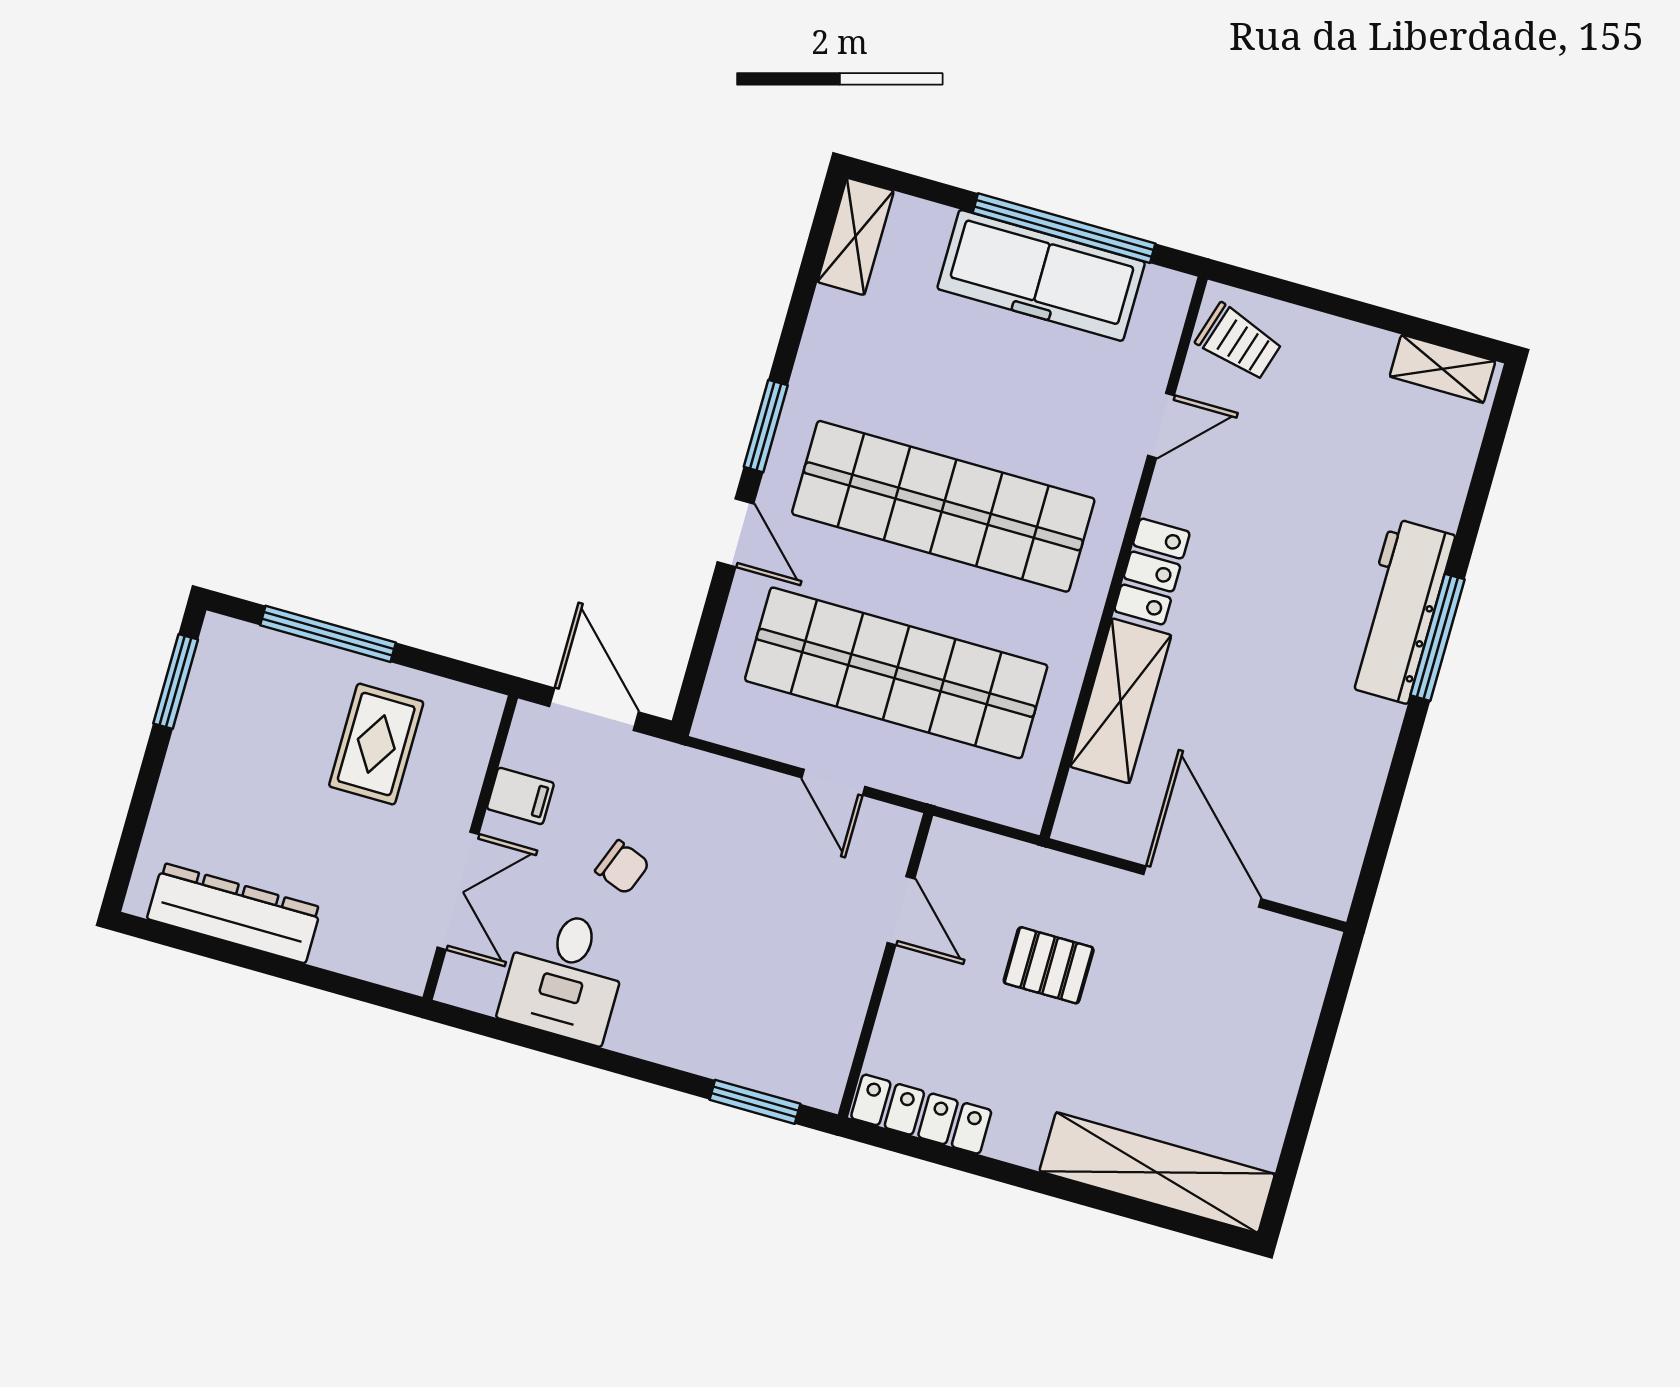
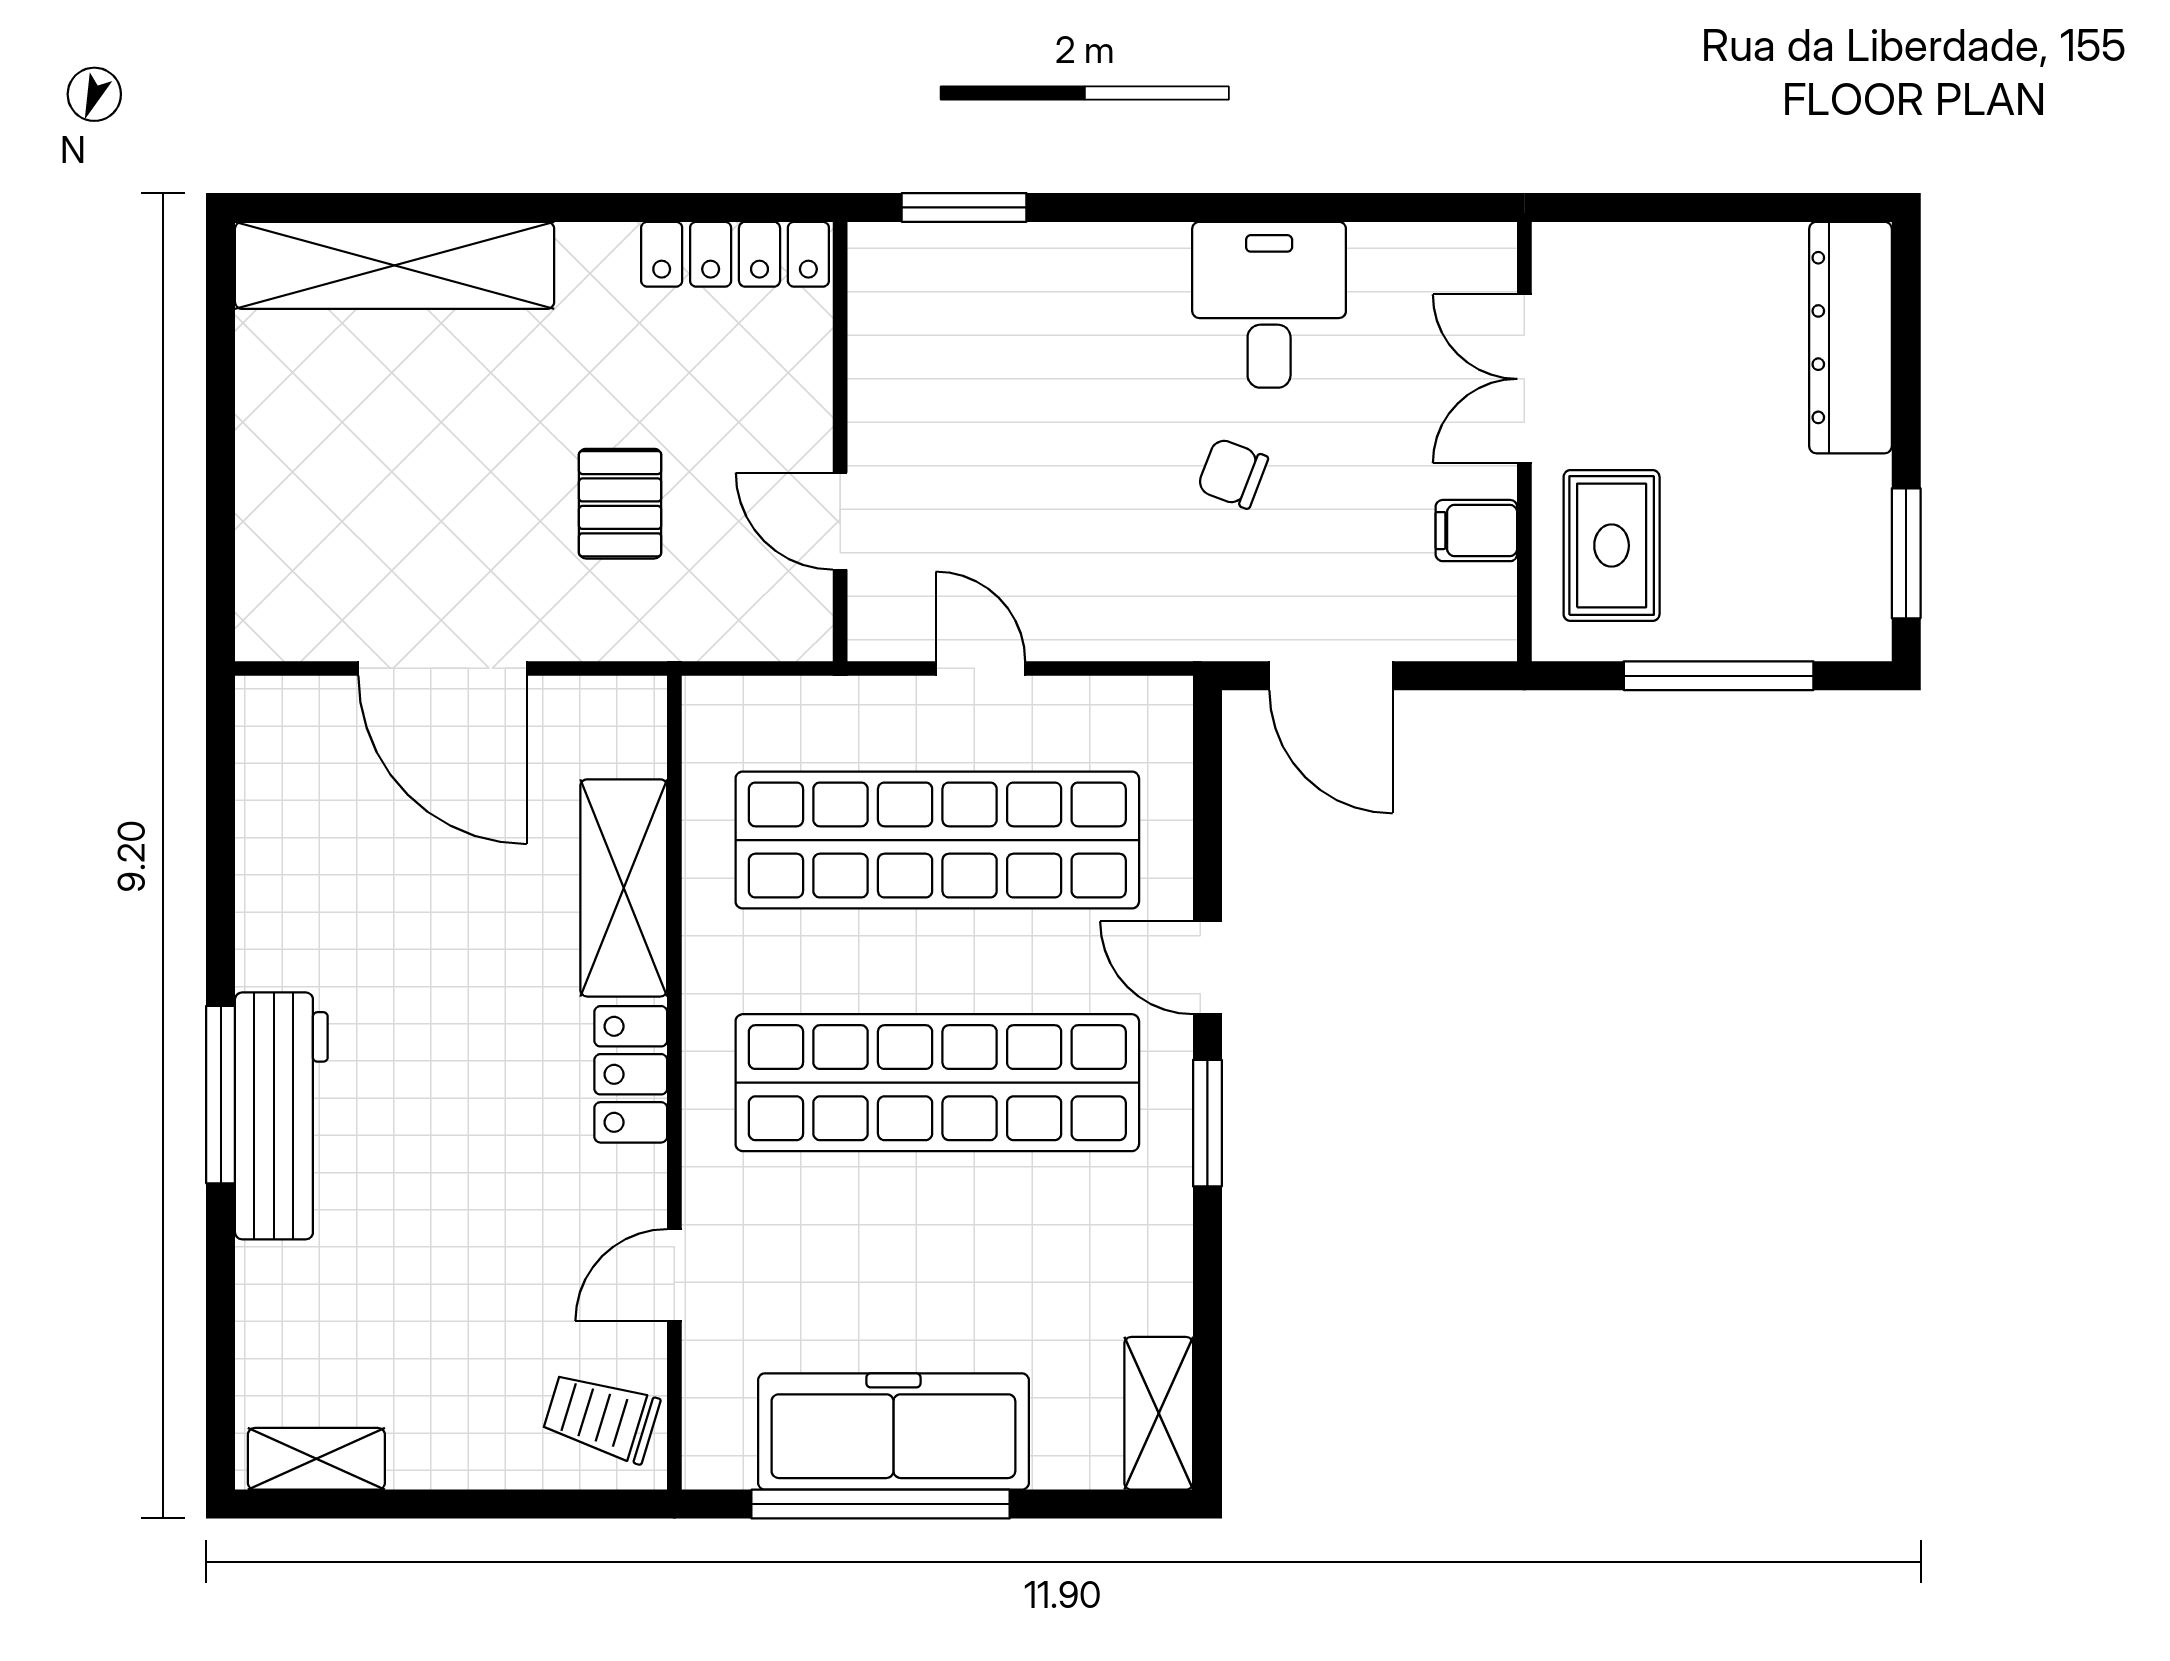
filing cabinet: (520, 796) -> (1476, 531), moved
wall: (470, 848) -> (1524, 442), moved
double door: (458, 891) -> (1524, 379), moved
dresser: (234, 913) -> (1850, 338), moved, turned 90
pallet: (1049, 965) -> (620, 504), turned 90

